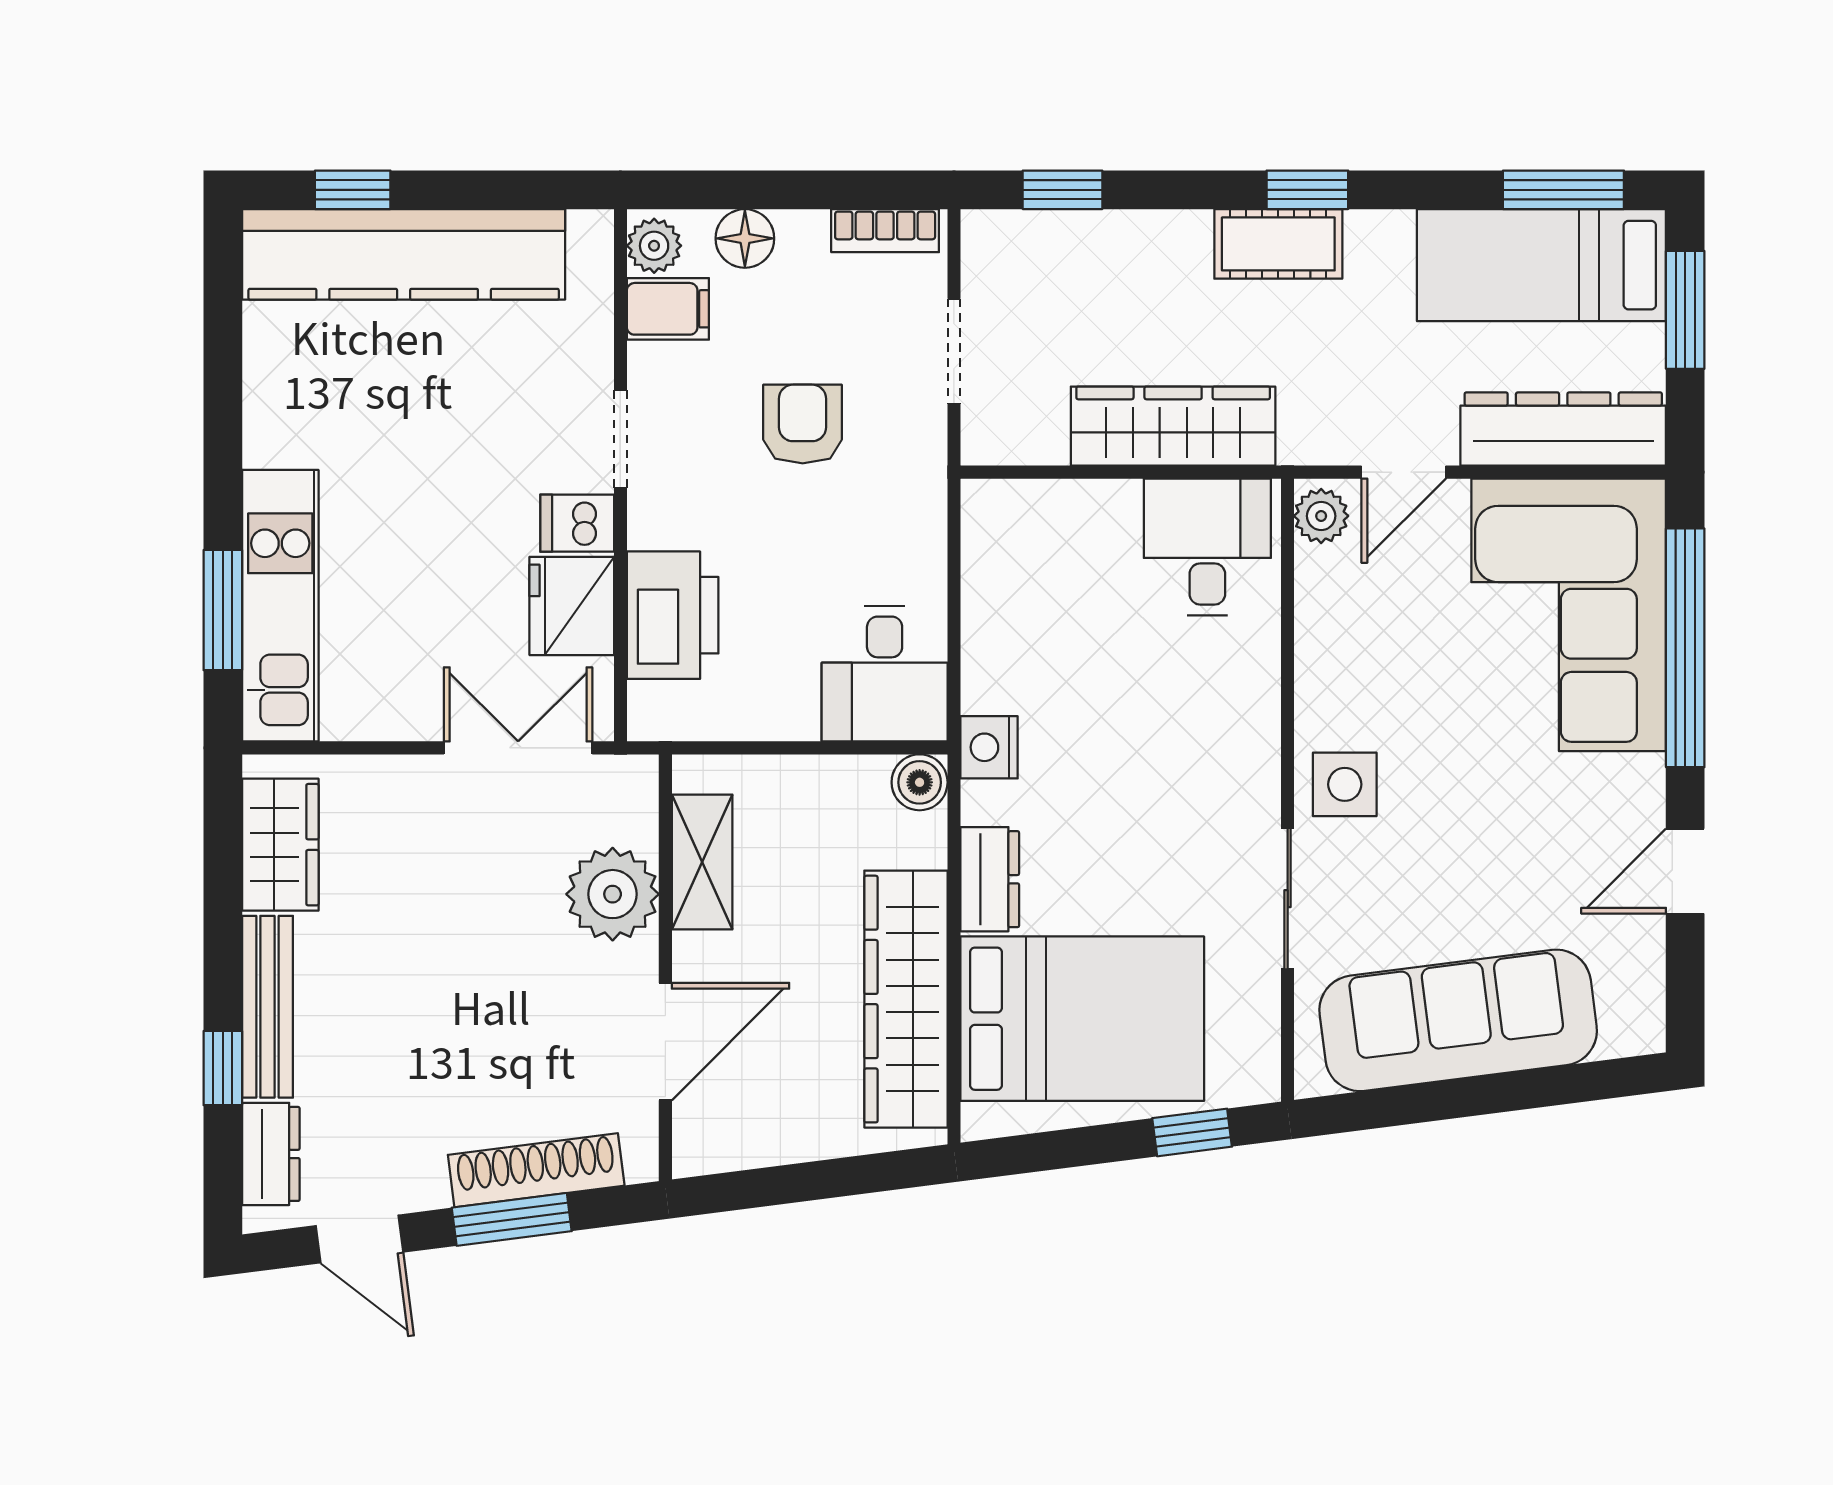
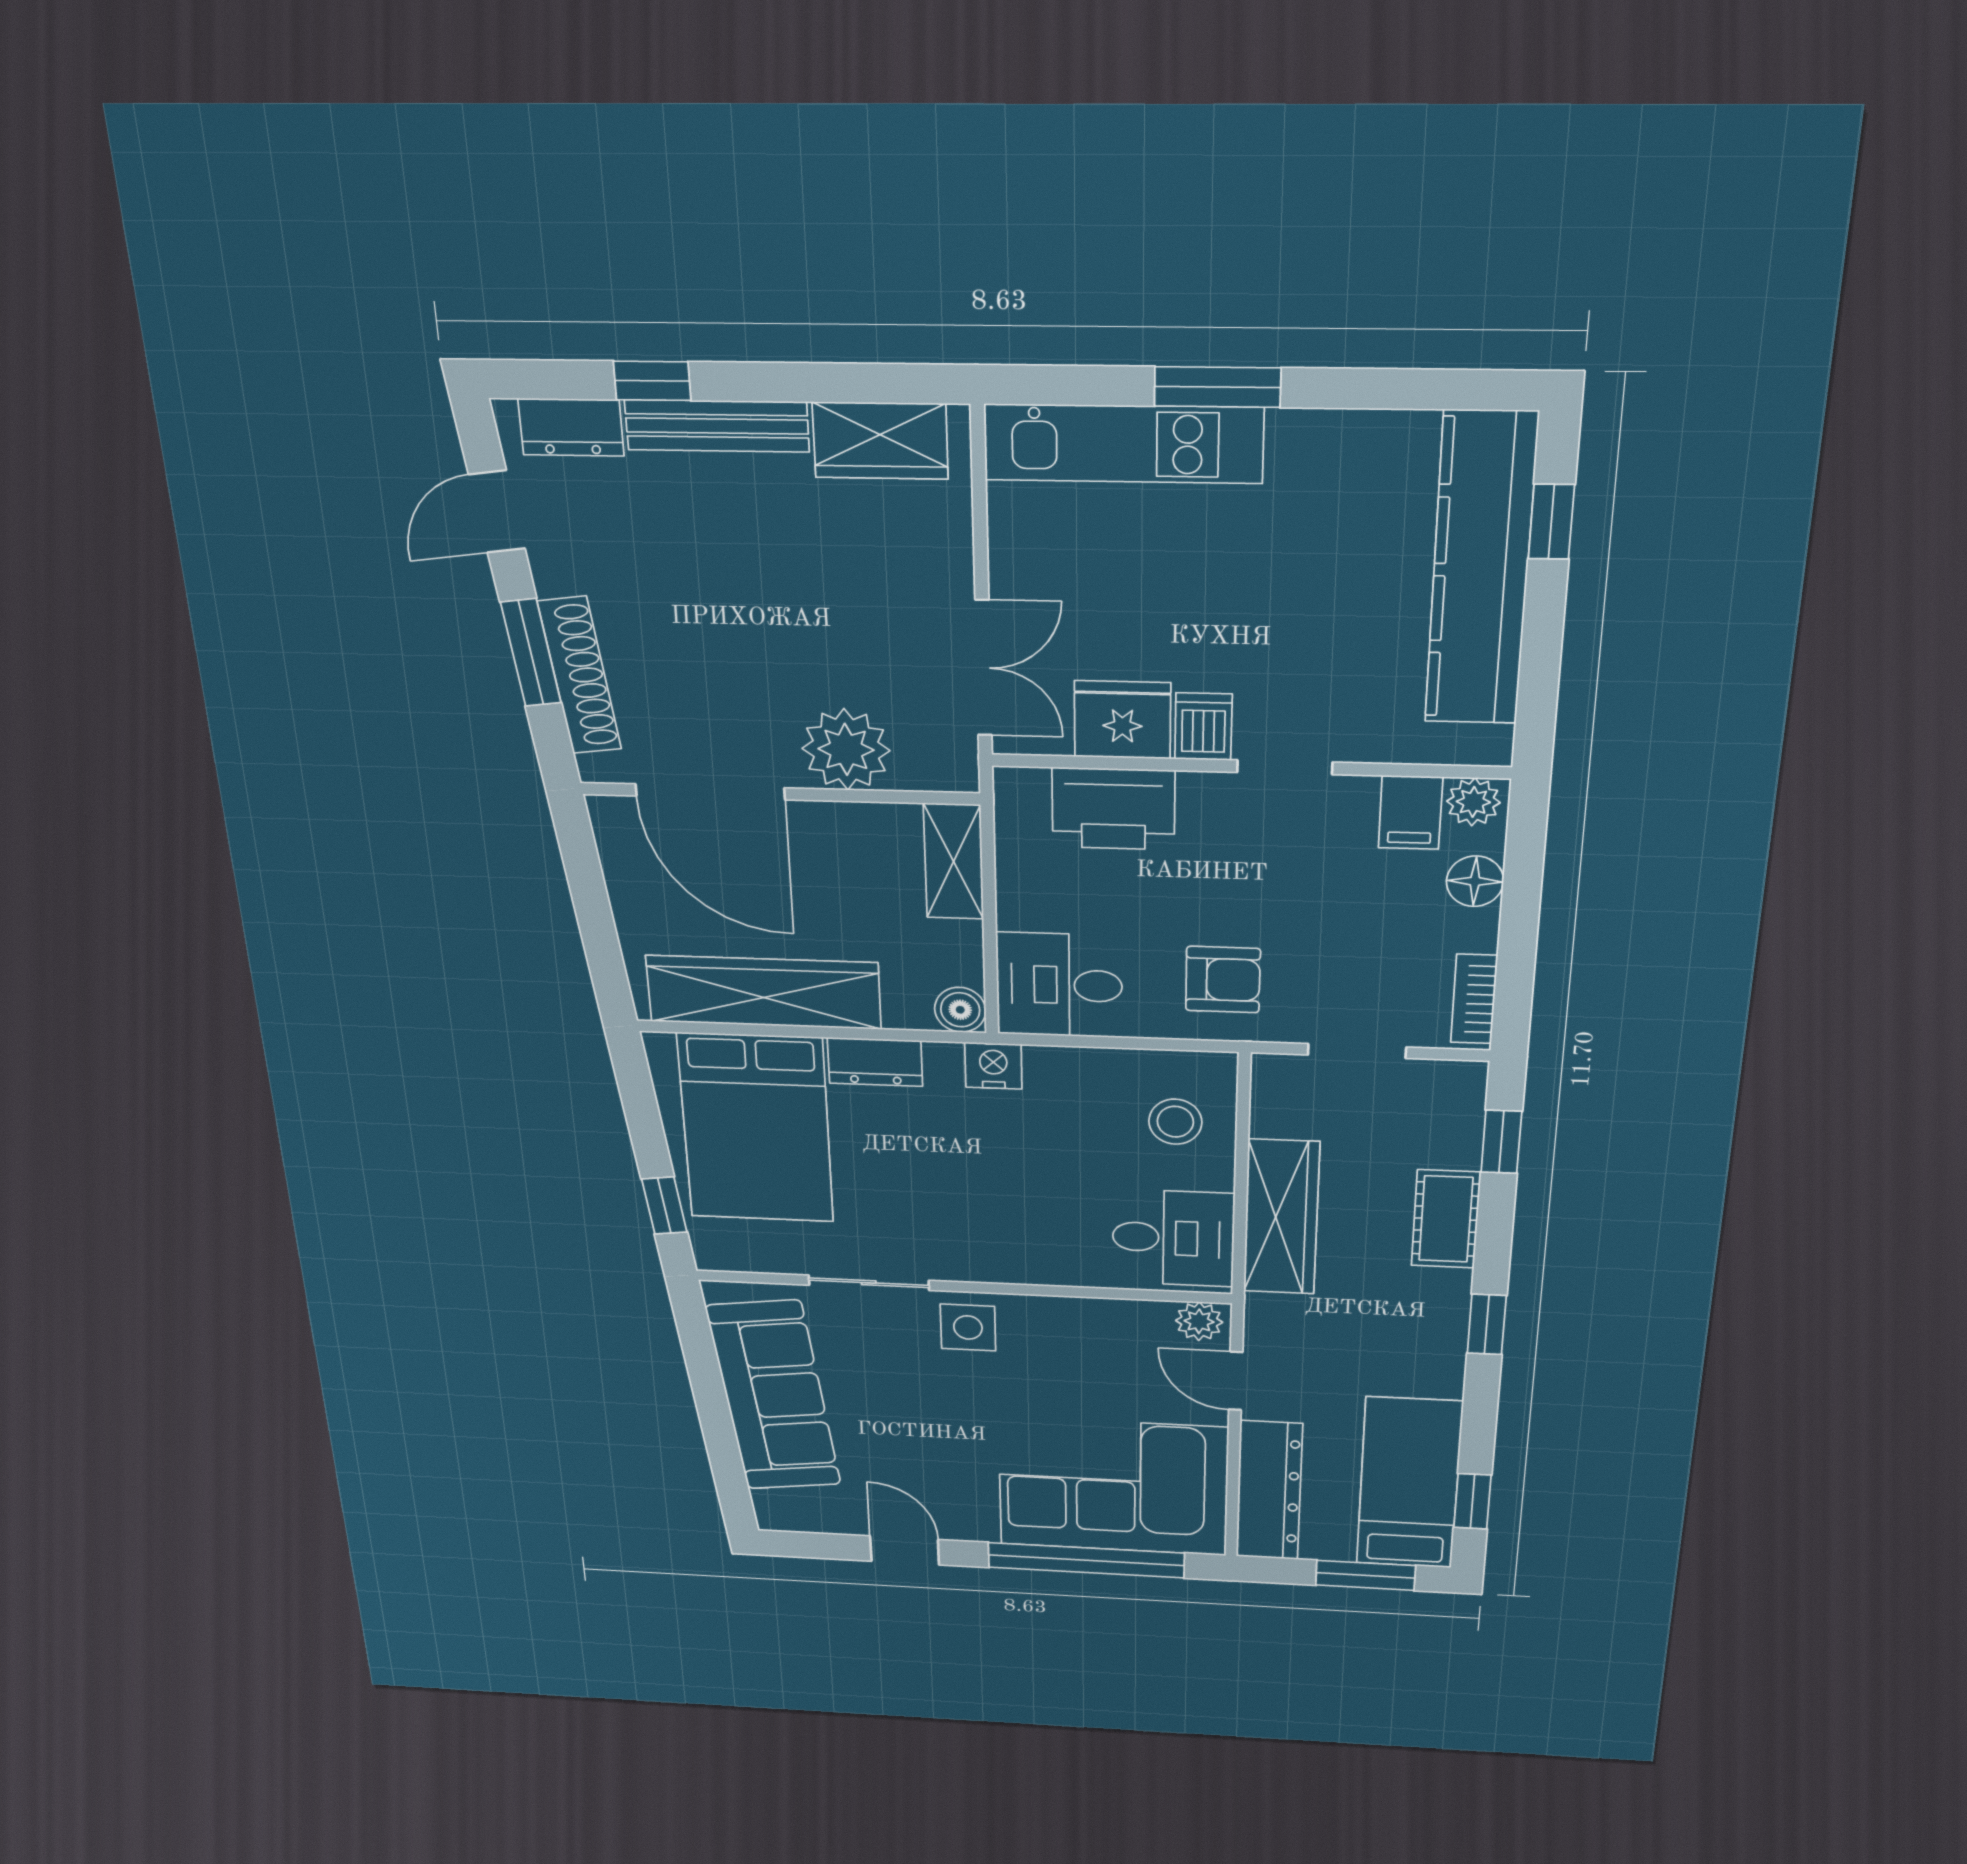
window: (1563, 190) -> (1472, 1501), width x0.67
cot: (1278, 244) -> (1446, 1219), moved
armchair: (803, 424) -> (1223, 980), moved
stool: (1052, 546) -> (1175, 1122), added
window: (223, 610) -> (1217, 387), moved
shelving: (702, 862) -> (954, 861), moved, turned 90
door: (665, 1042) -> (710, 792), width x1.36

